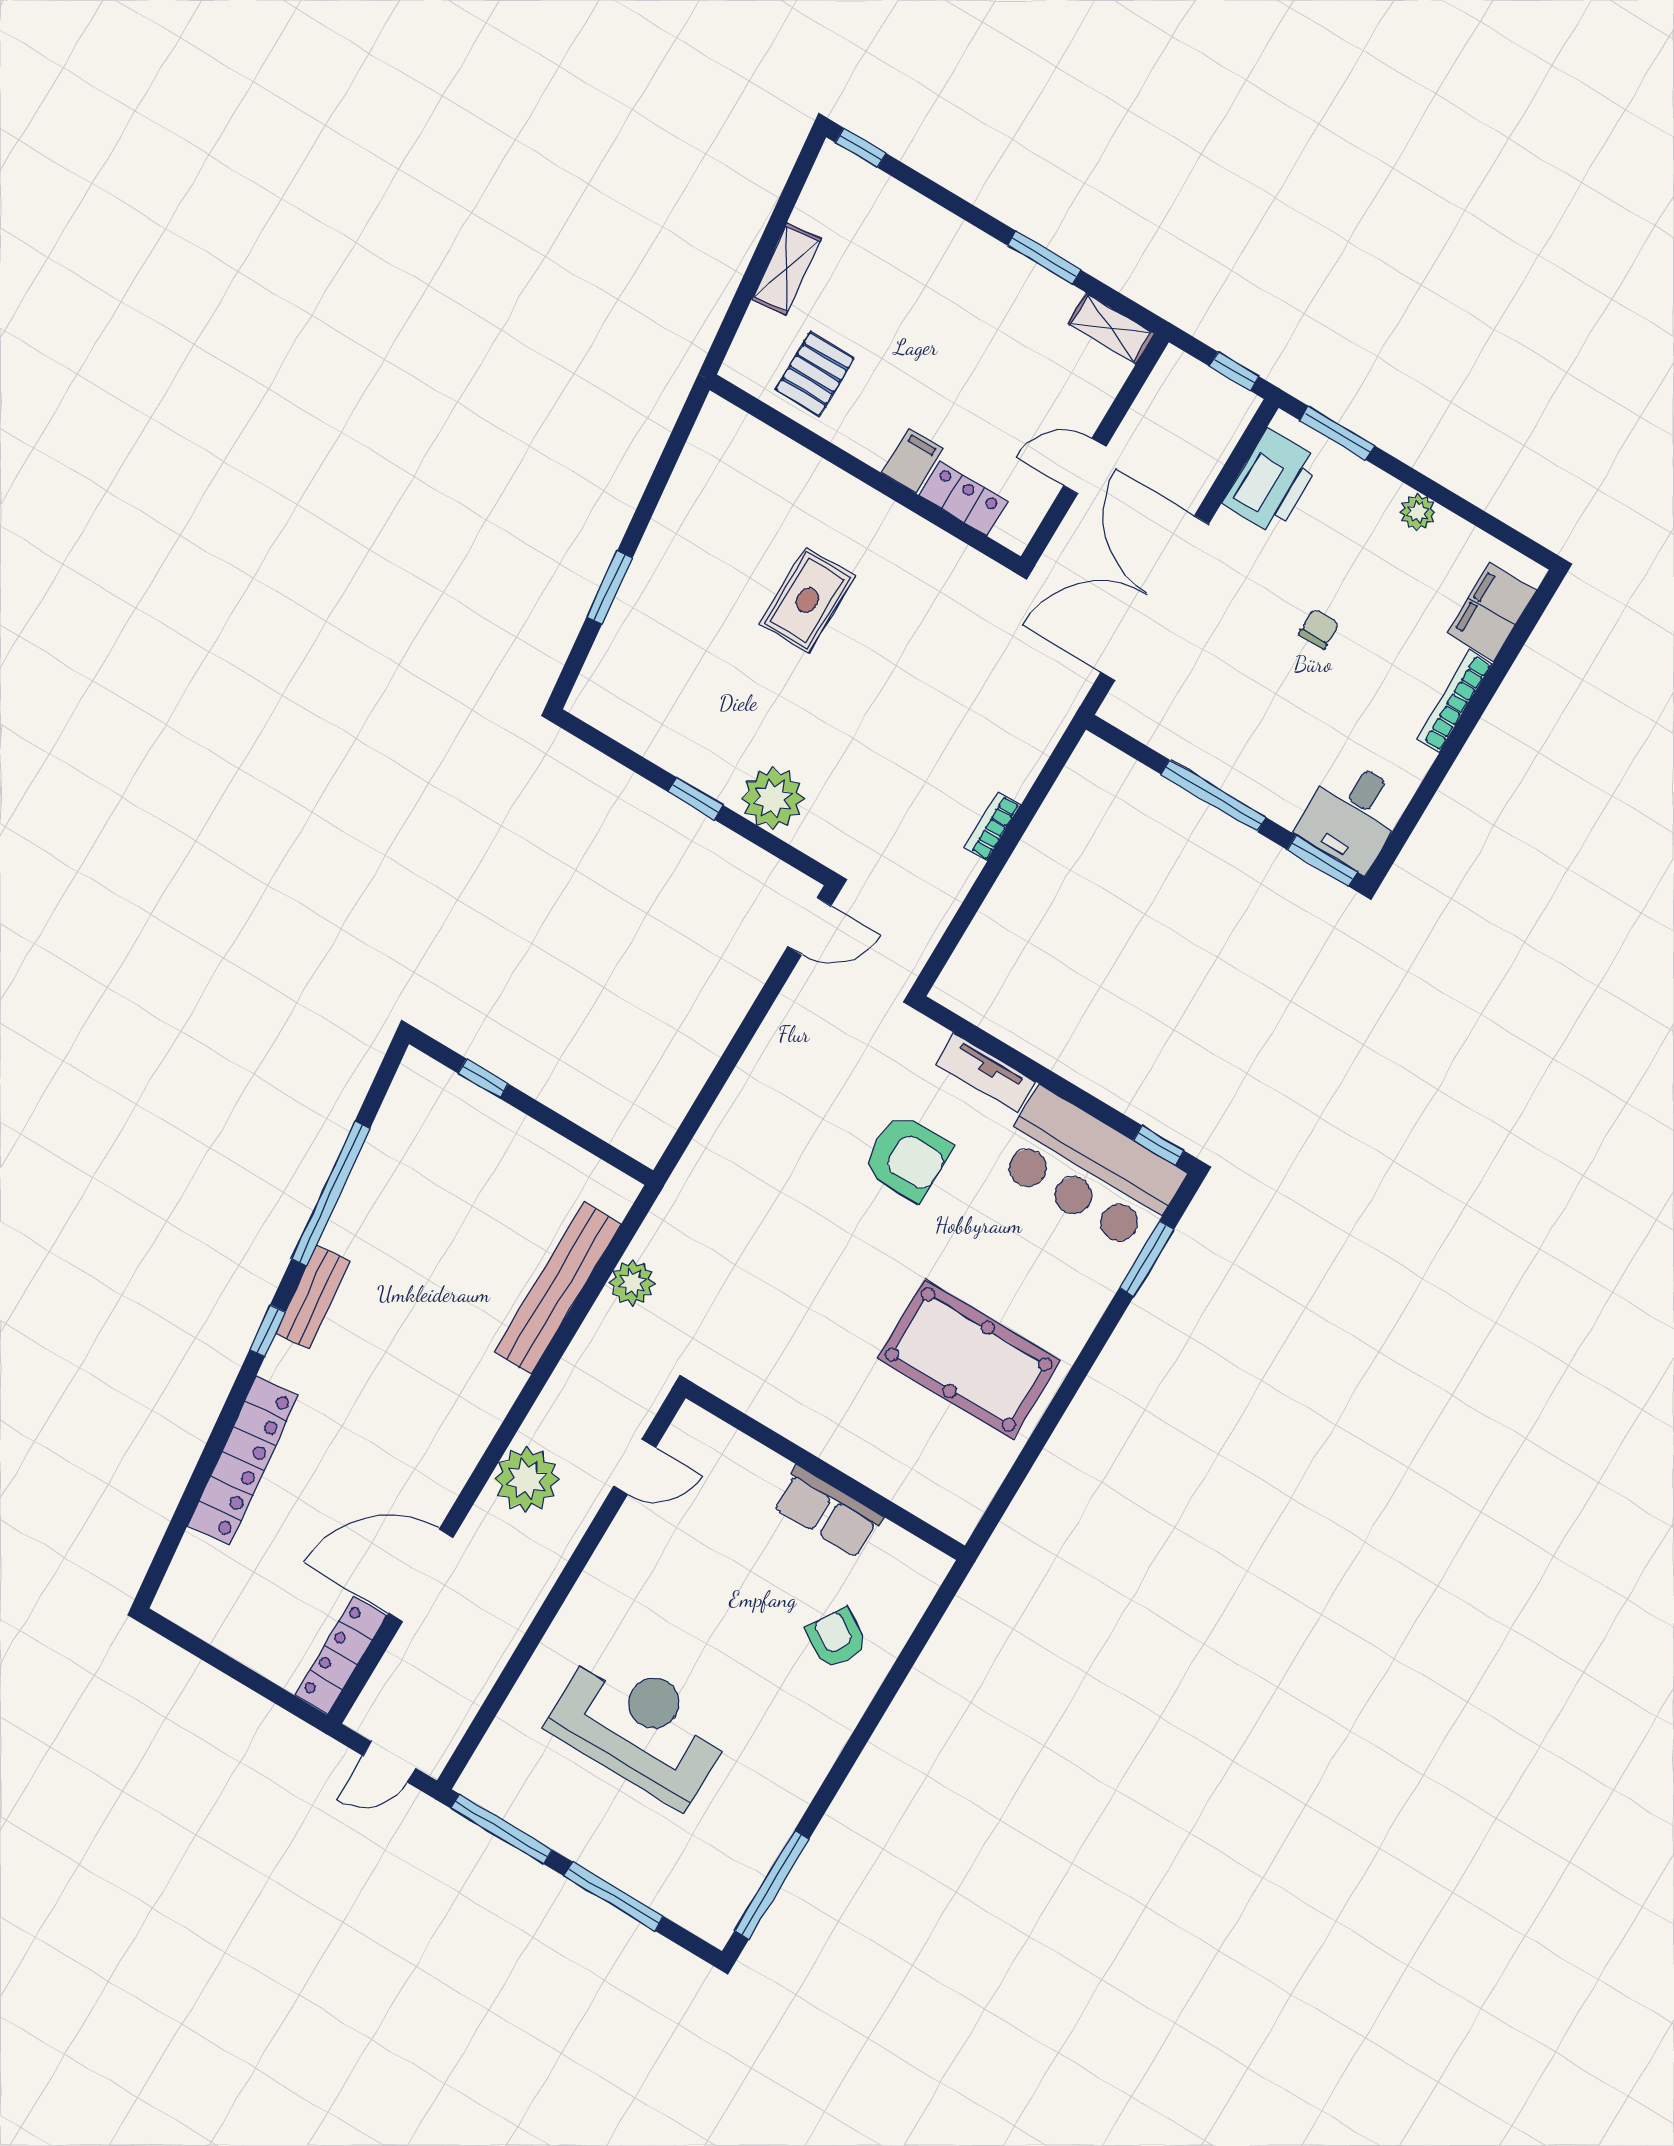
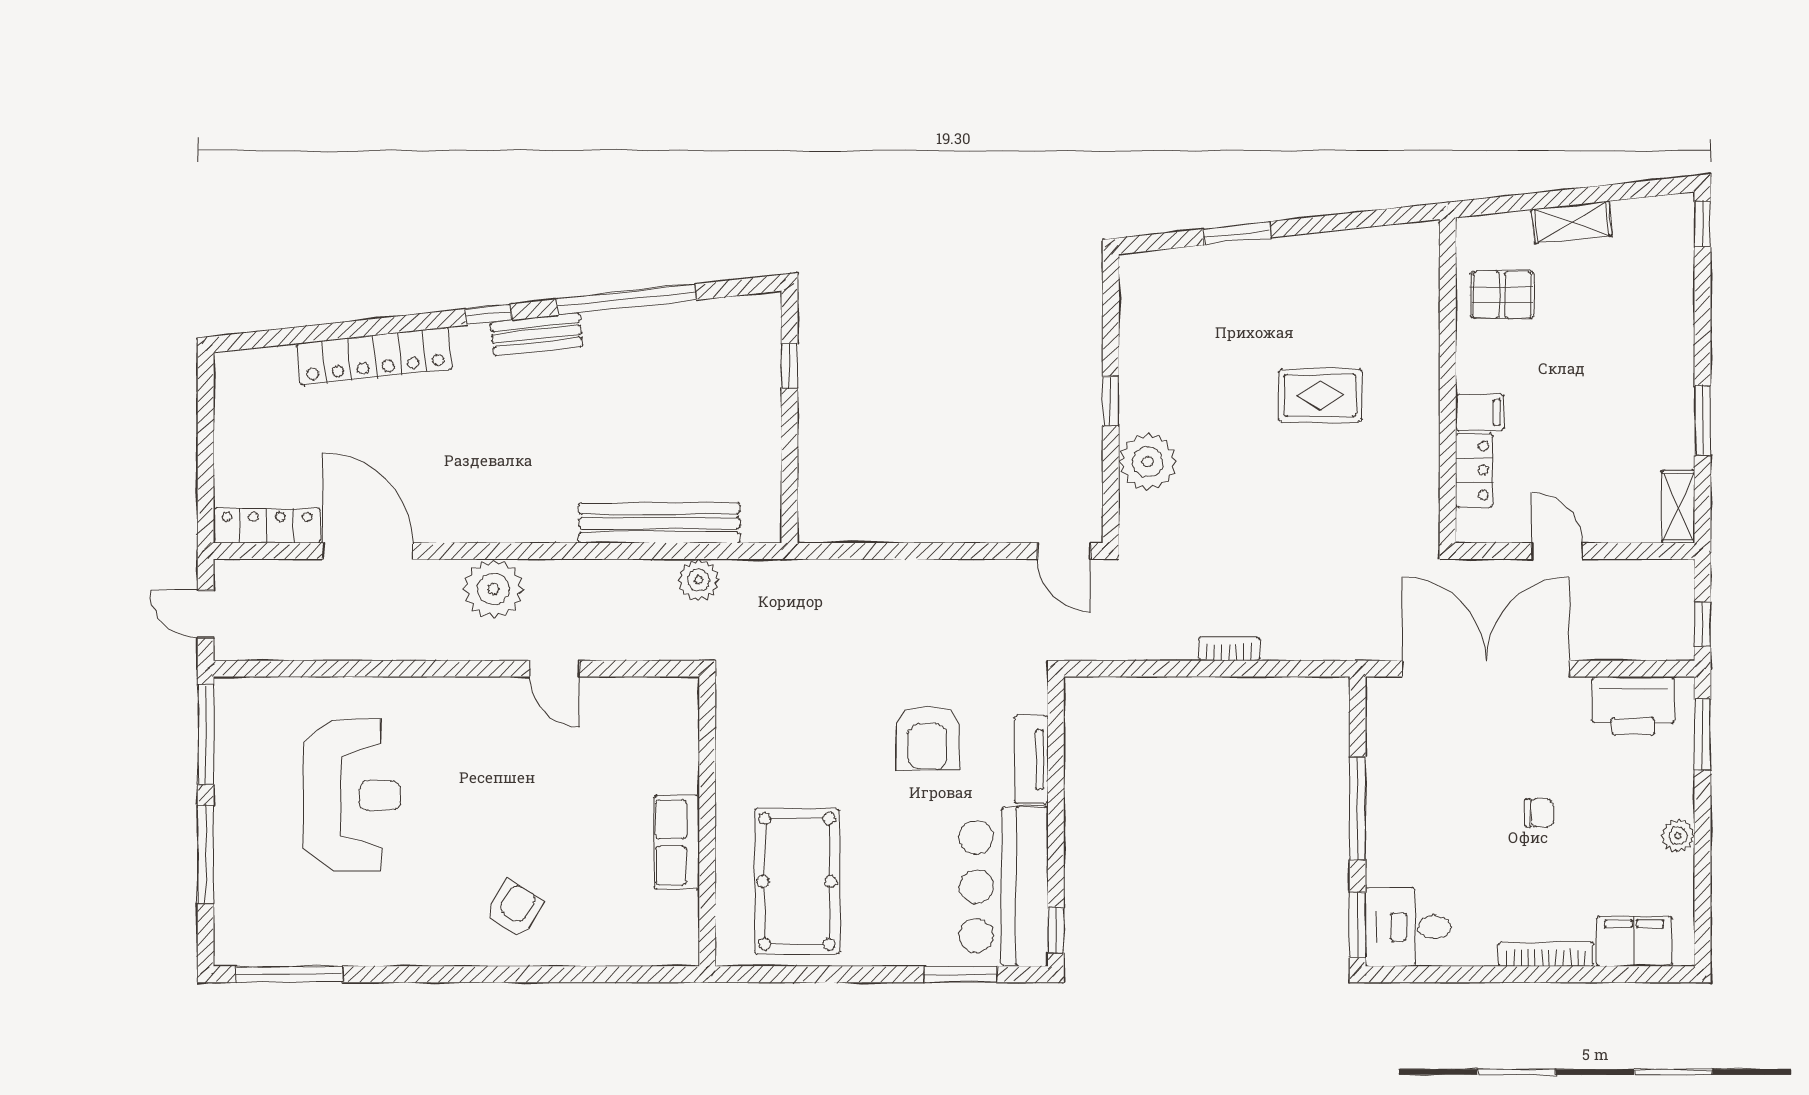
wall: (825, 1472) -> (707, 821), moved
row of seats: (828, 1512) -> (677, 842), moved

